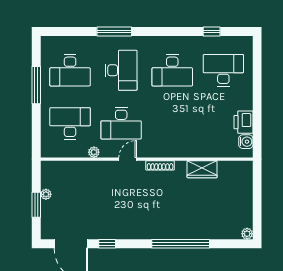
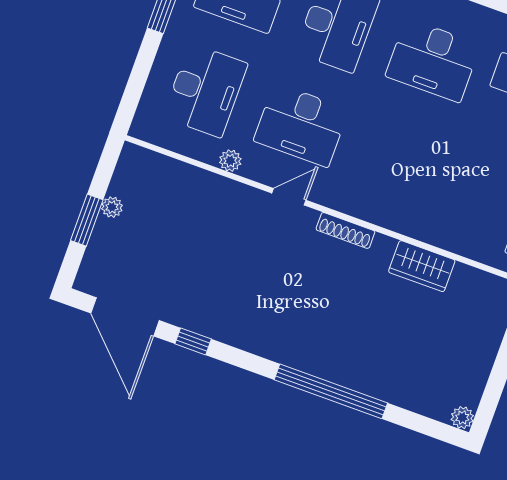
desk: (70, 123) -> (205, 90), turned 90

